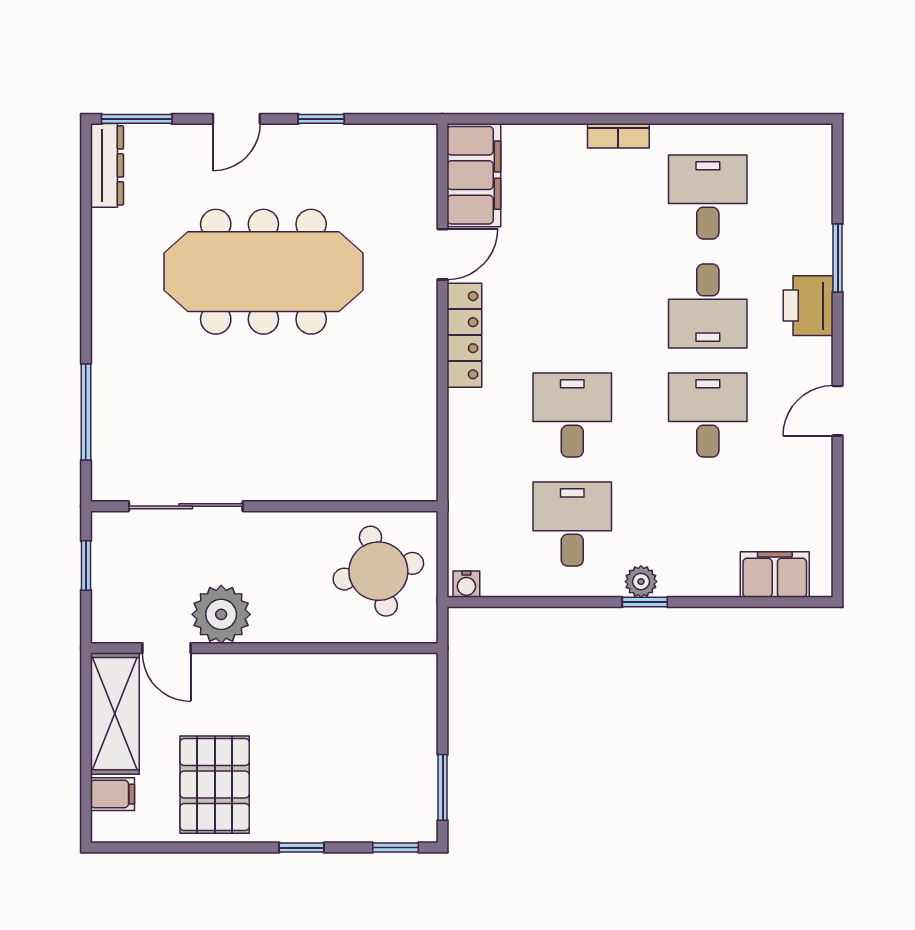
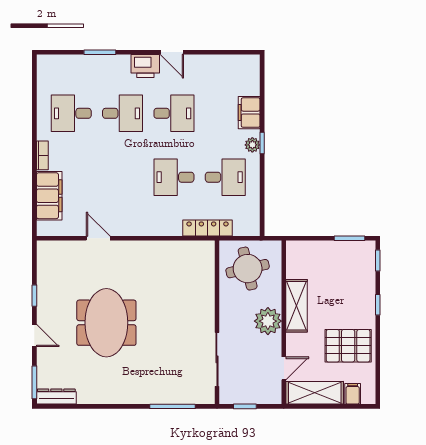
filing cabinet: (474, 175) -> (49, 196), moved, turned 90
meeting table: (263, 272) -> (106, 323), width x0.73
printer: (808, 306) -> (145, 66), moved
locker: (464, 335) -> (208, 228), moved
desk: (708, 415) -> (174, 113), turned 180
desk: (572, 524) -> (225, 177), turned 180
filing cabinet: (775, 575) -> (249, 113), moved
water cooler: (466, 584) -> (254, 227), removed
plant: (221, 614) -> (268, 321), moved
shelving: (299, 675) -> (296, 306), added

